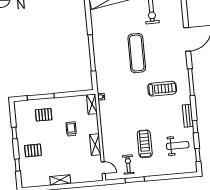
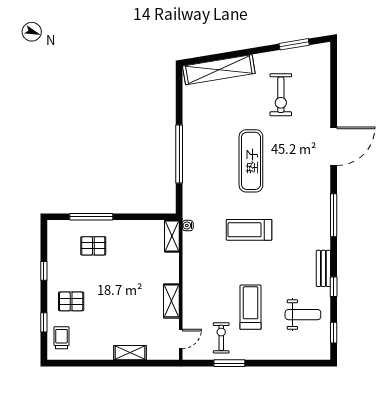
treadmill: (162, 89) -> (249, 230), moved, turned 180
trolley: (71, 129) -> (62, 338), moved
door: (103, 168) -> (181, 339), hinge flipped
shelving: (60, 180) -> (130, 353), moved

